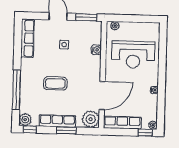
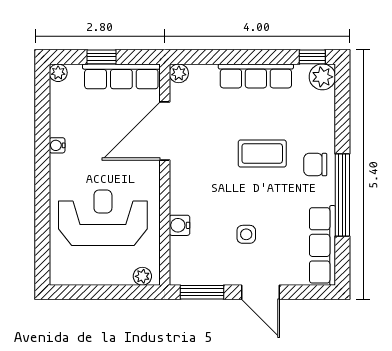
chair: (30, 77) -> (315, 165), added
window: (16, 90) -> (342, 195), moved
plant: (91, 119) -> (179, 73), width x0.53, depth x0.53
window: (66, 130) -> (237, 57), removed
window: (145, 133) -> (102, 57), moved

